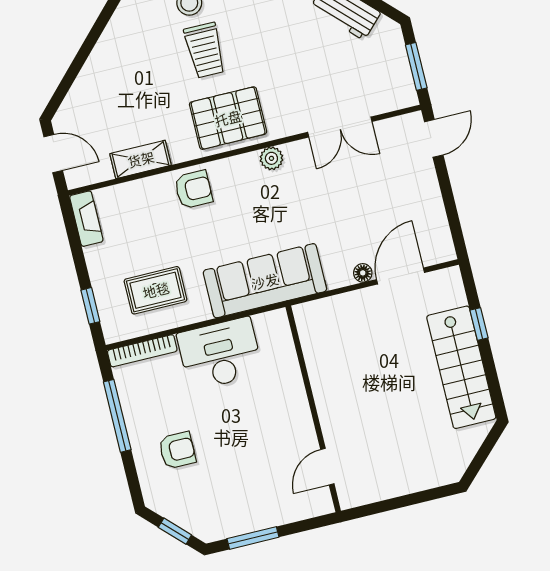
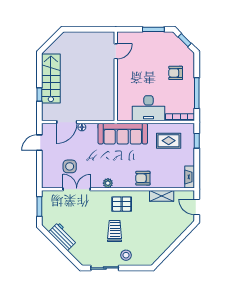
trolley: (205, 50) -> (115, 231), moved
pallet: (228, 118) -> (122, 204), width x0.67, depth x0.71
door: (434, 138) -> (39, 143), moved
side table: (369, 175) -> (70, 166), added

